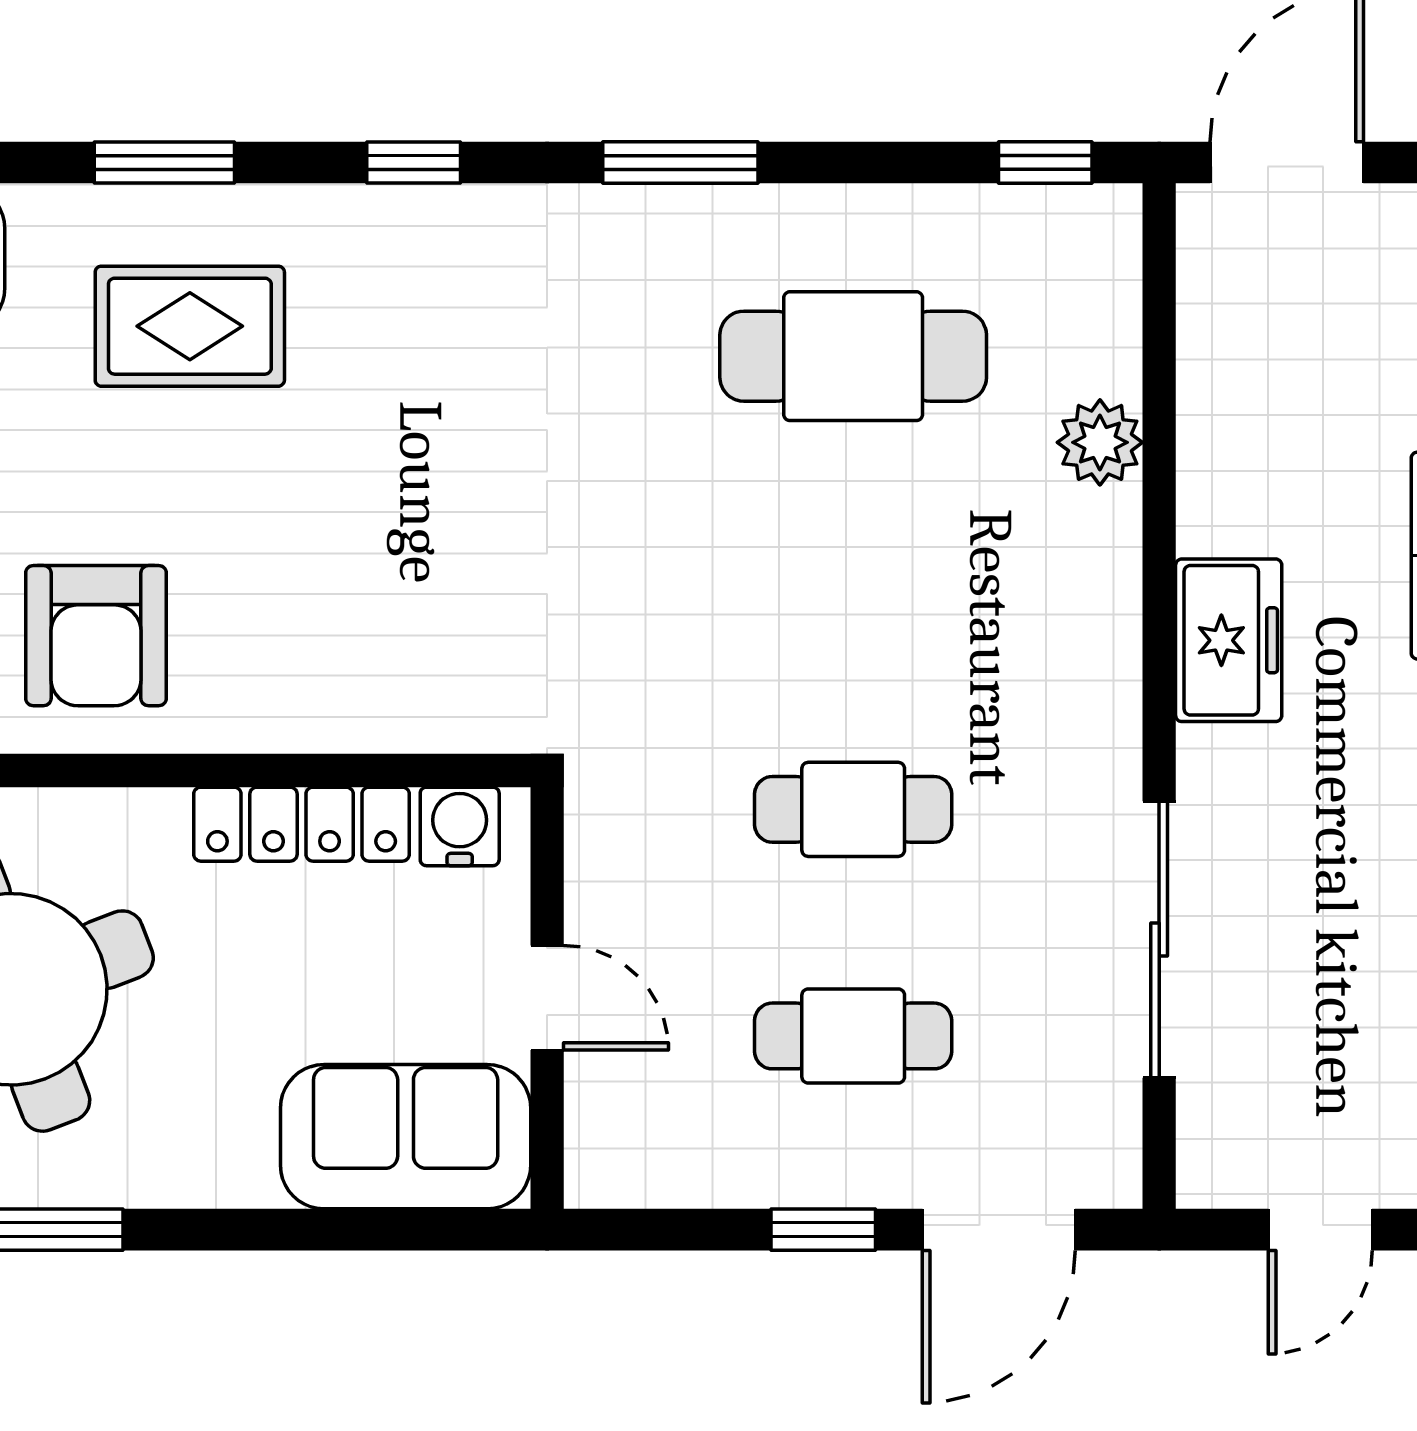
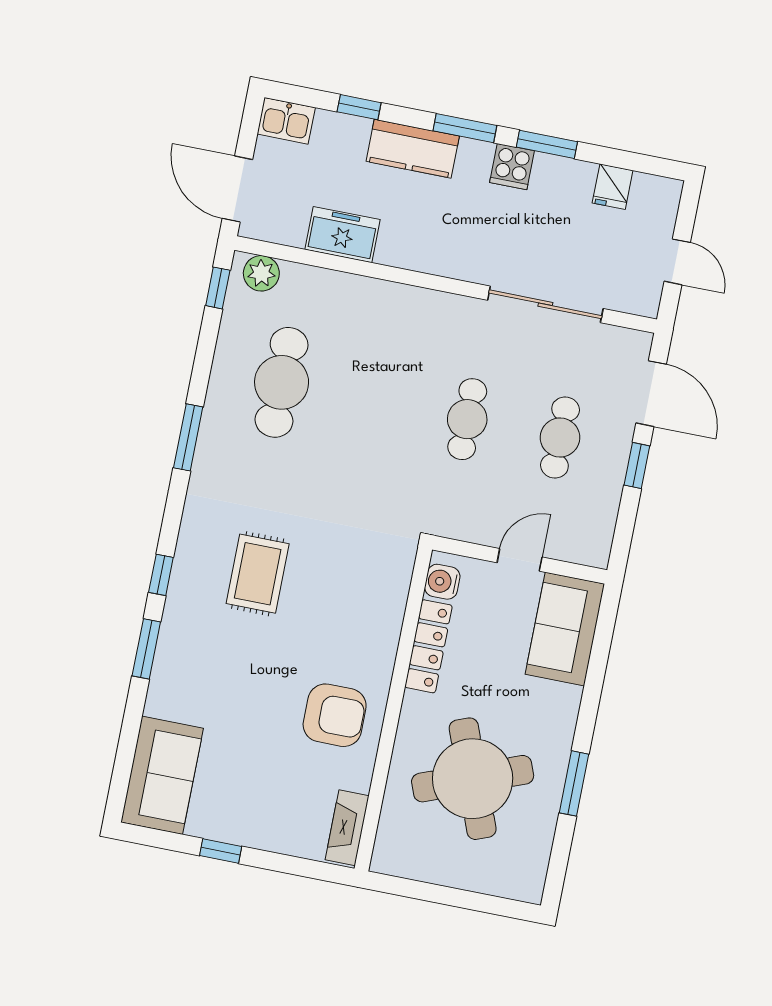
window: (414, 163) -> (161, 575), moved
rug: (190, 326) -> (258, 574), moved
plant: (1100, 442) -> (261, 273), moved
freezer: (1229, 640) -> (342, 235), moved

